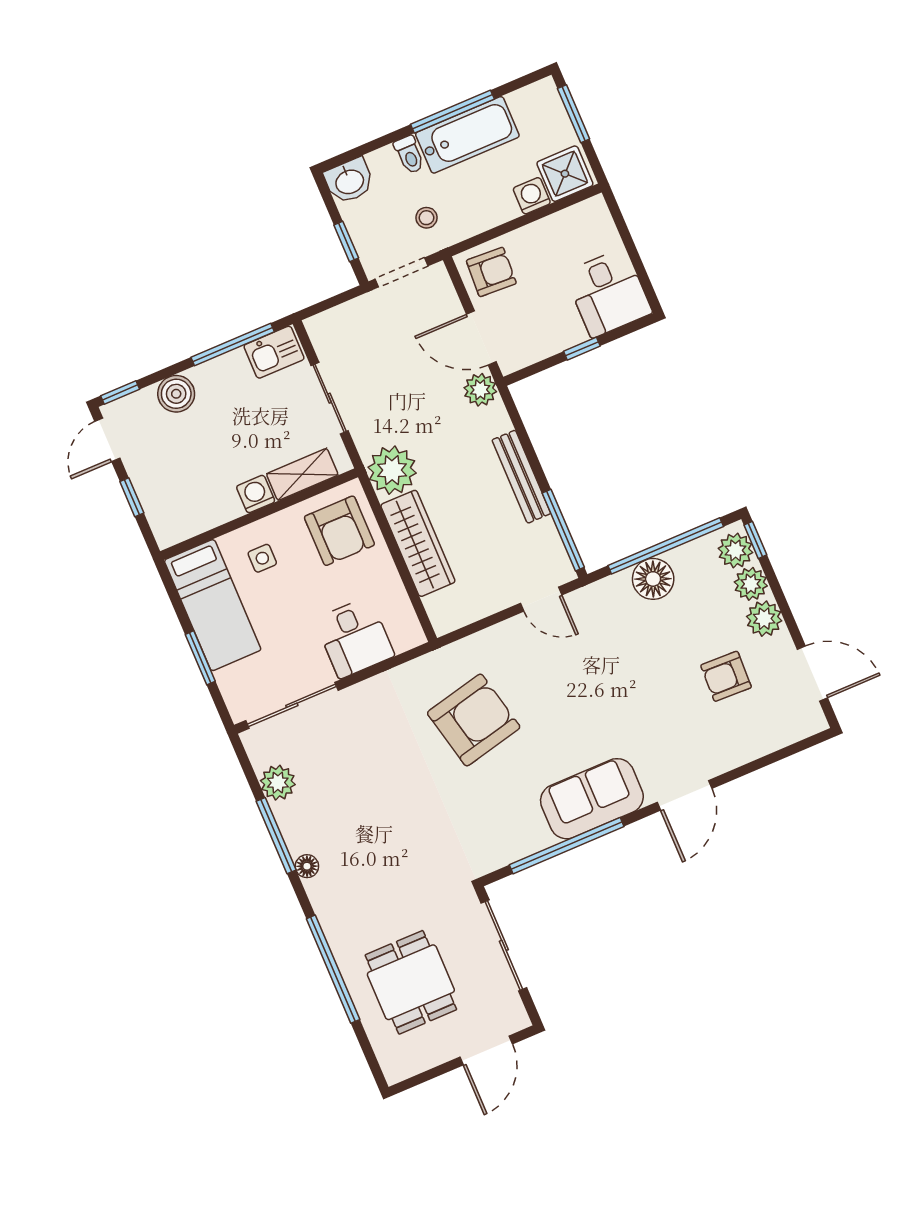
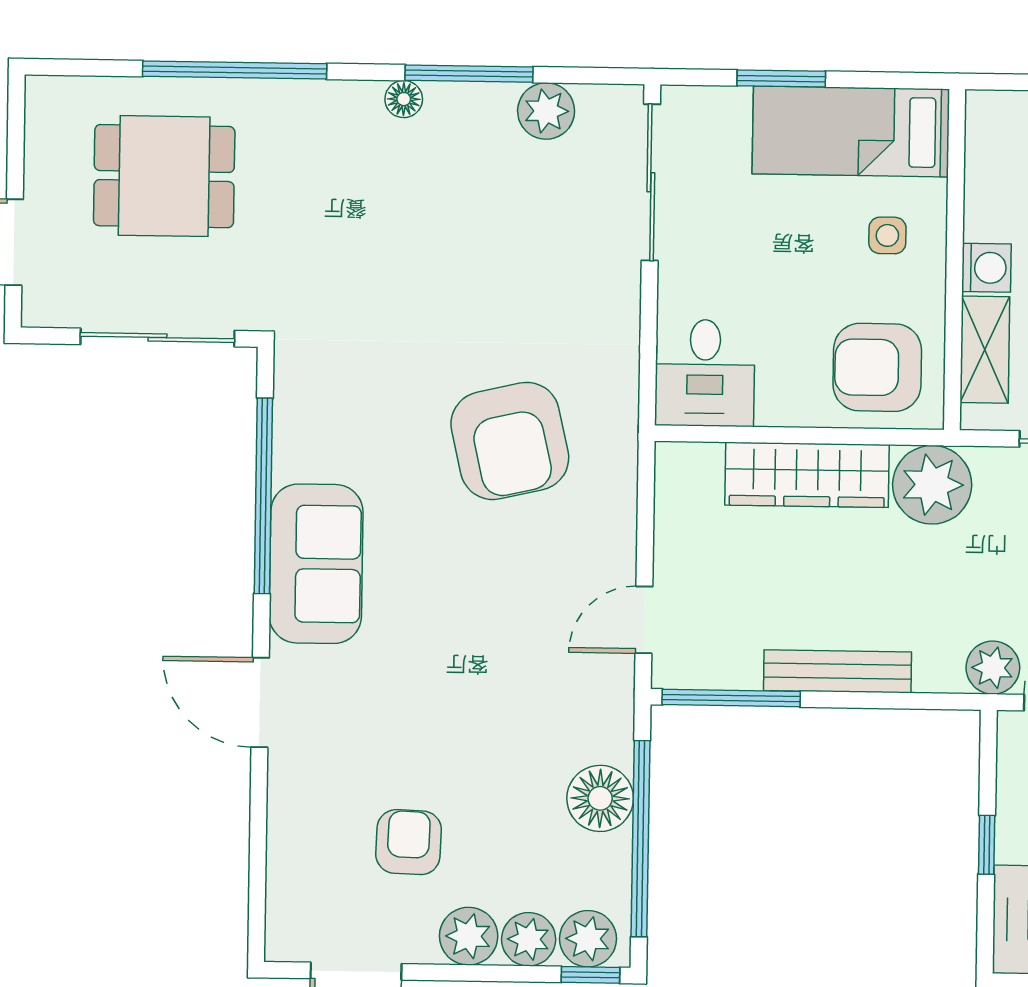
desk: (354, 638) -> (705, 373), moved, turned -90

